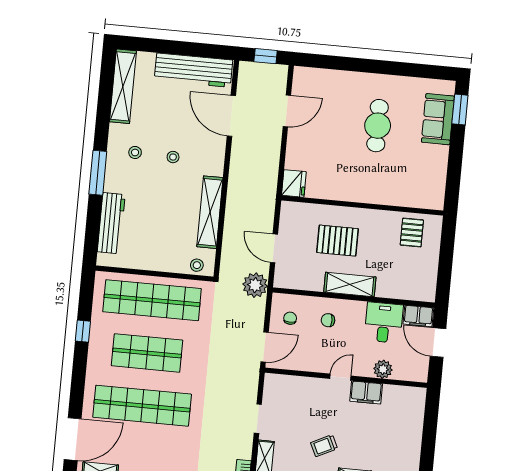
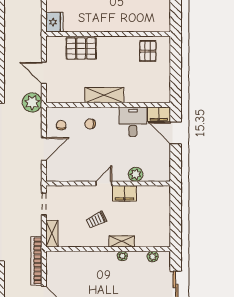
pallet: (338, 241) -> (81, 48), moved
plant: (383, 369) -> (136, 174), moved
door: (340, 377) -> (104, 183), moved
wall: (346, 378) -> (108, 183), moved
filing cabinet: (366, 393) -> (124, 193), moved

